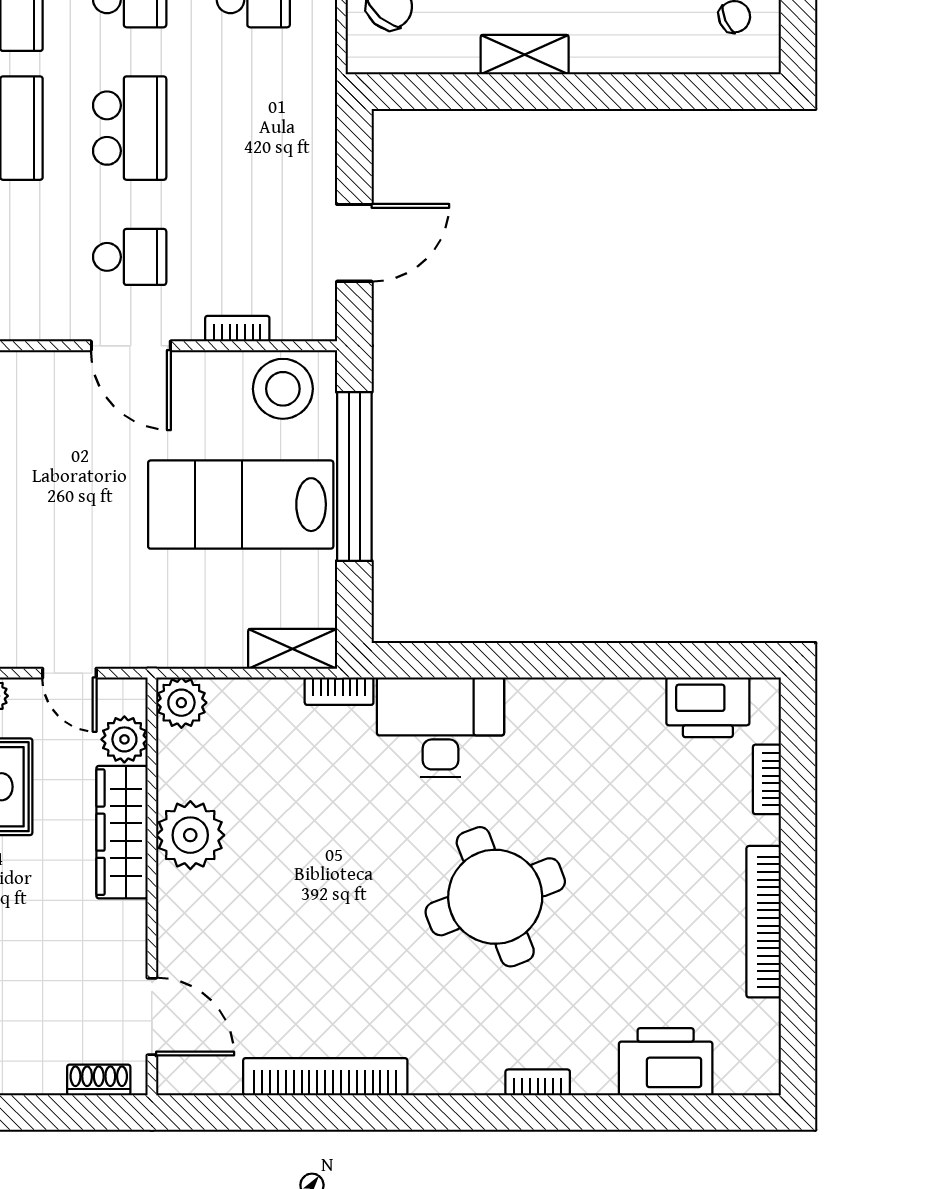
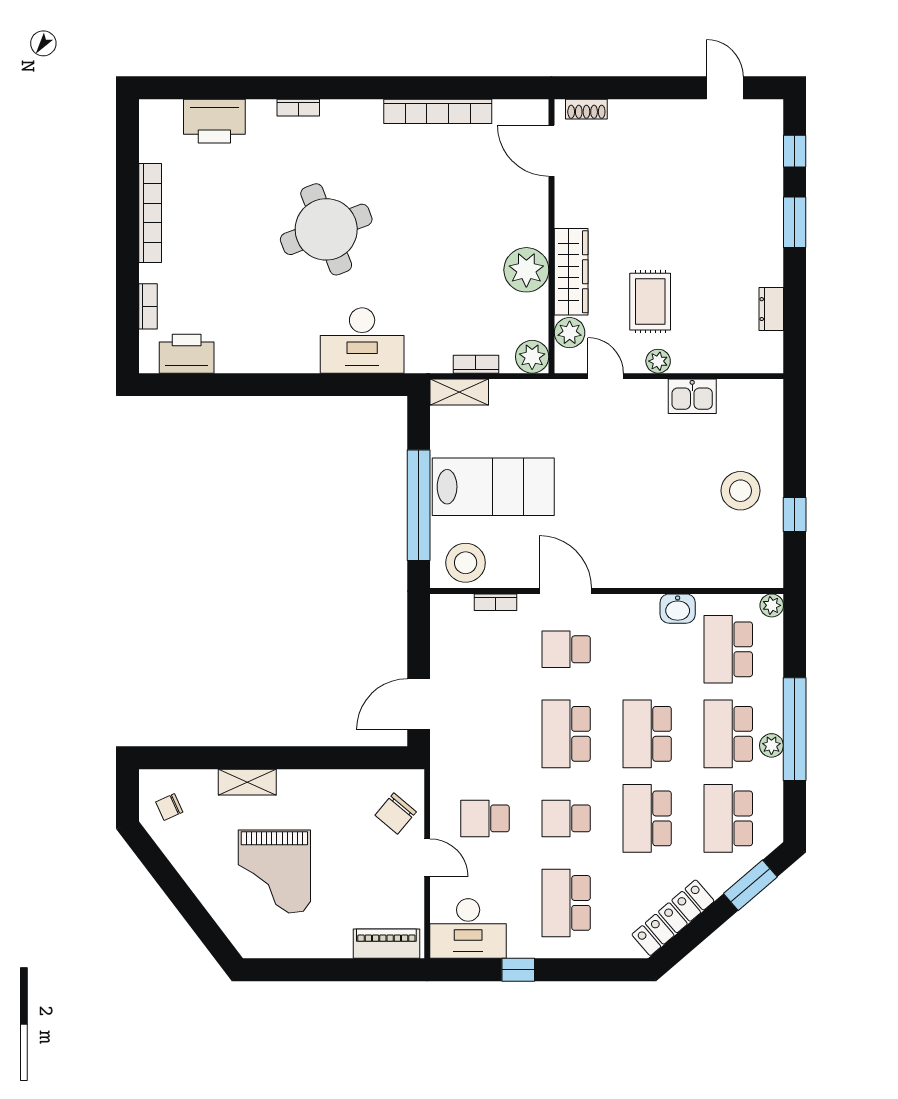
shelving: (525, 55) -> (247, 782), moved
door: (354, 243) -> (419, 704), moved
bookcase: (339, 691) -> (476, 364), moved

